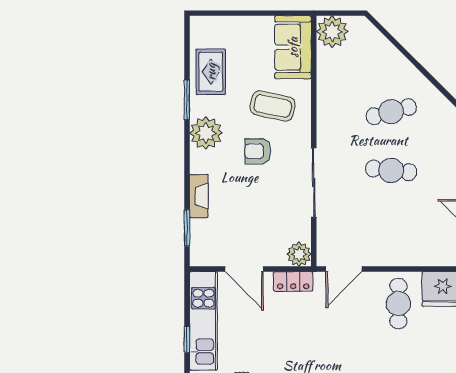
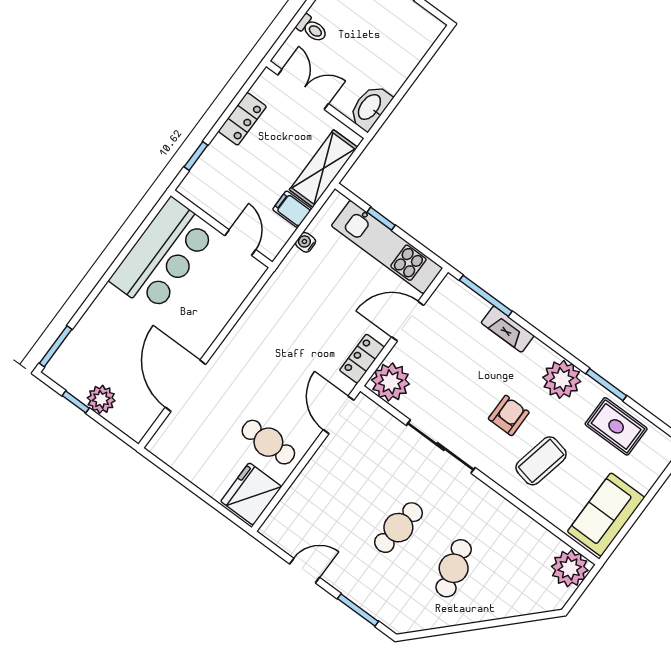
sofa: (293, 47) -> (606, 515), moved, turned -90
window: (187, 228) -> (486, 296), width x1.44
plant: (299, 254) -> (391, 382), width x1.36, depth x1.36

